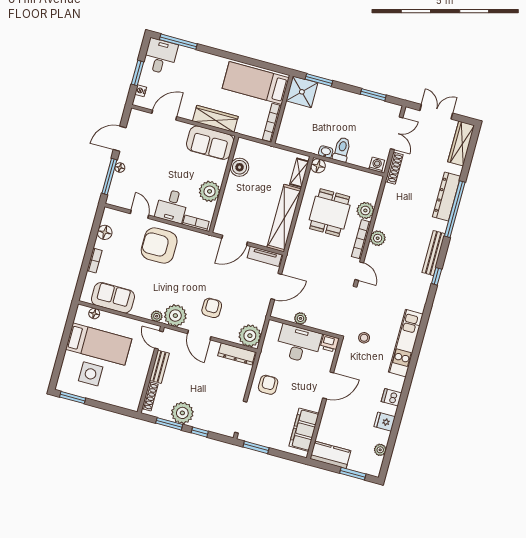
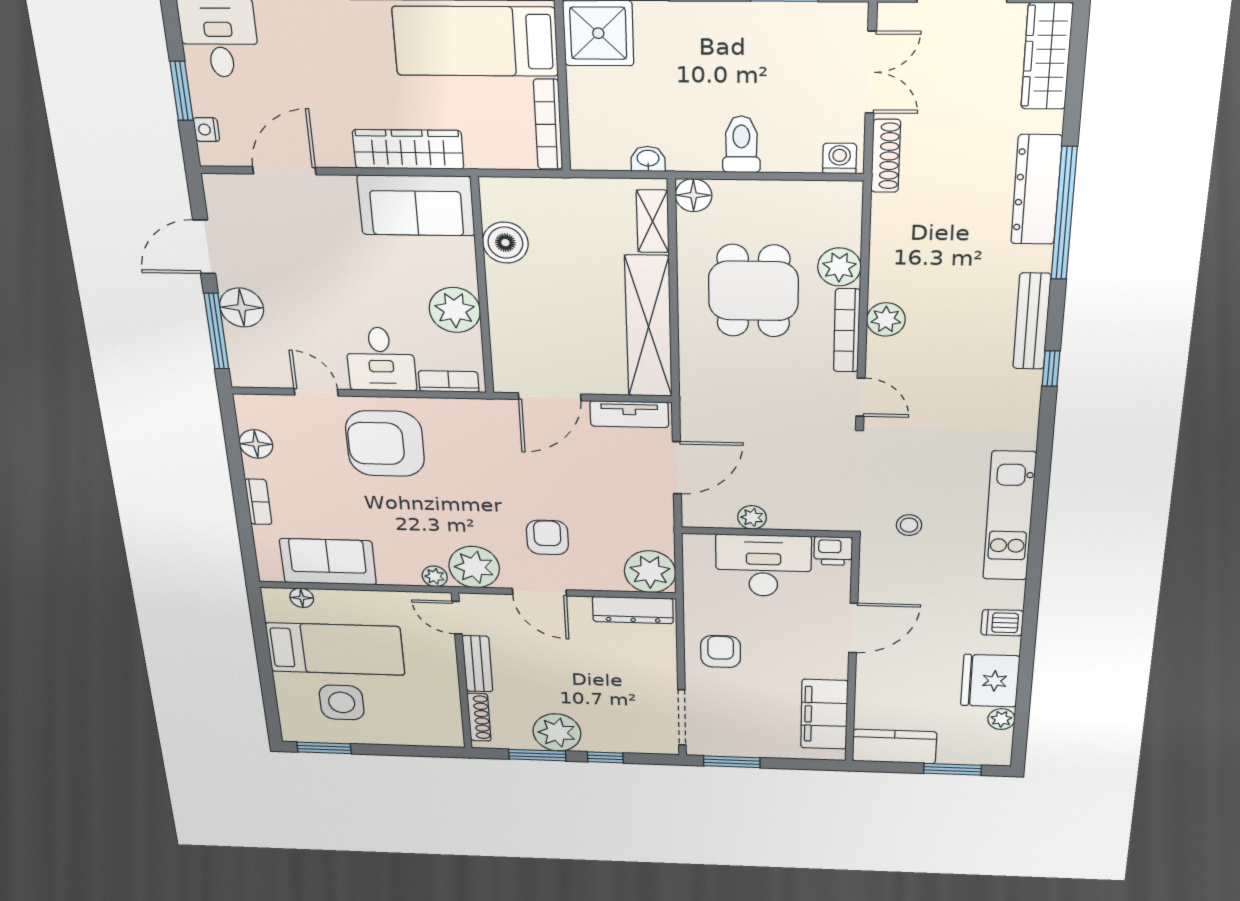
washbasin: (326, 152) -> (648, 159), moved
floor lamp: (120, 168) -> (242, 307), width x1.89, depth x1.89
fridge: (385, 422) -> (990, 681), width x1.88, depth x1.34

